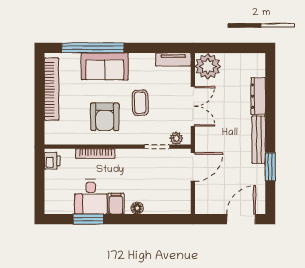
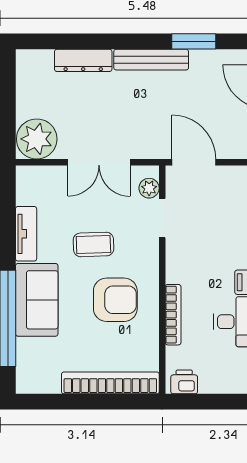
tv unit: (173, 59) -> (26, 234), moved
bookcase: (52, 89) -> (110, 383), moved
double door: (193, 106) -> (99, 162), swing flipped

